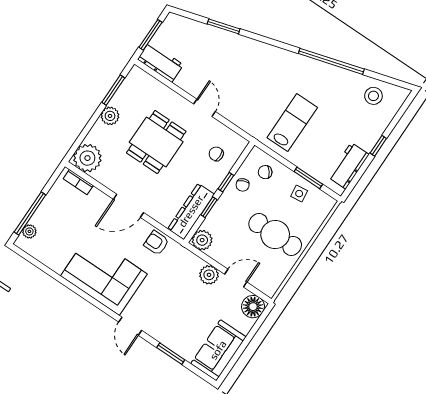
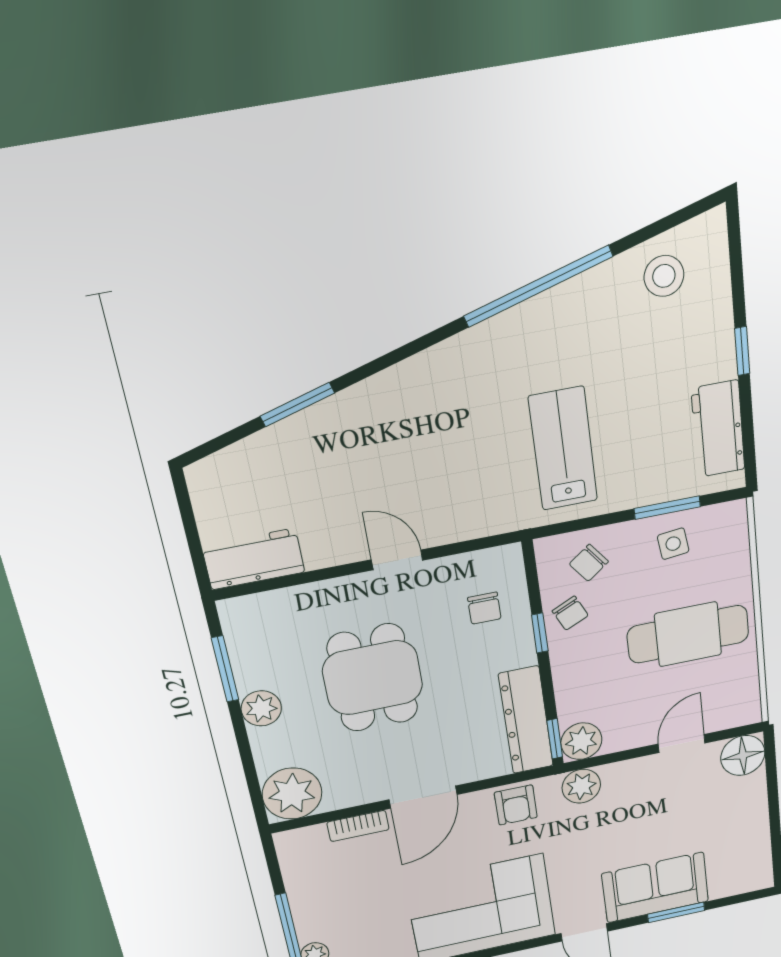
window: (150, 35) -> (192, 533), removed
chair: (216, 154) -> (484, 608), turned -90
bookcase: (78, 182) -> (358, 826), moved
window: (209, 207) -> (555, 739), moved
armchair: (156, 243) -> (516, 805), turned -90
plant: (209, 275) -> (581, 786), moved
sofa: (218, 350) -> (655, 887), moved, turned 90

